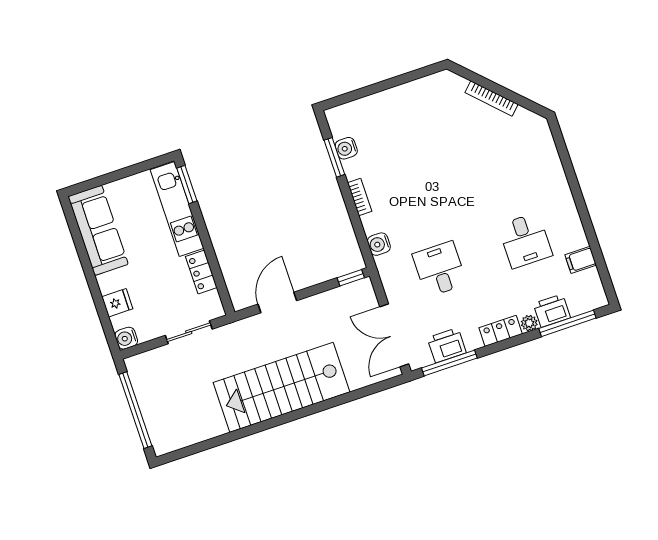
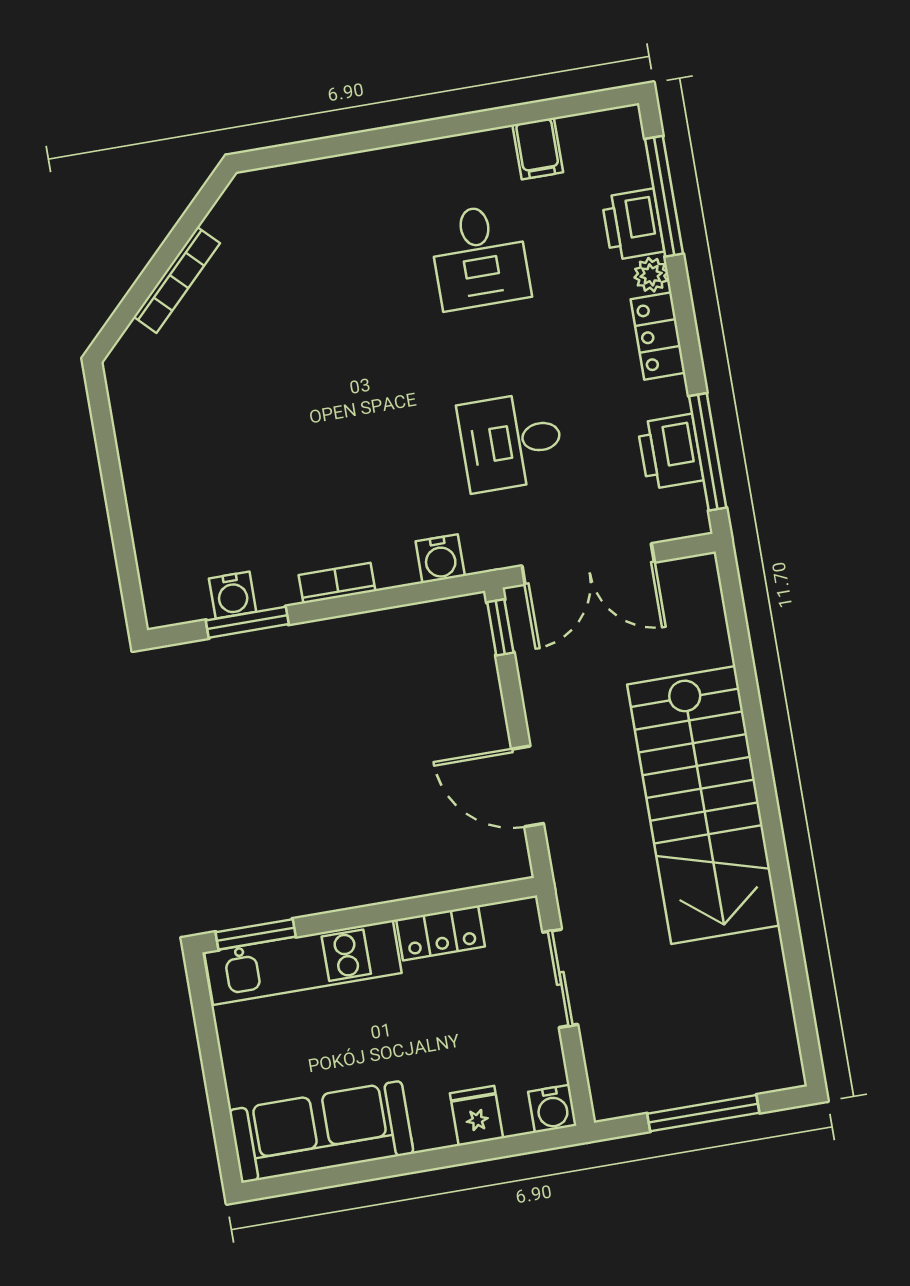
desk: (525, 240) -> (480, 257), turned 90
double door: (394, 335) -> (588, 564), moved
window: (135, 410) -> (703, 1113), width x0.68

